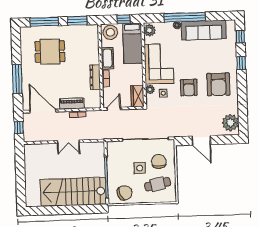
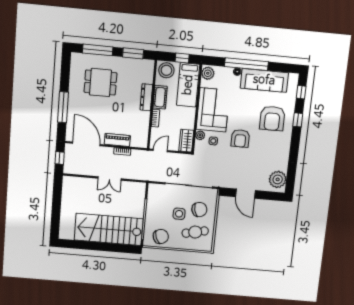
dresser: (95, 77) -> (146, 97), moved
armchair: (218, 84) -> (272, 118), moved
chair: (159, 161) -> (199, 210), turned 76

